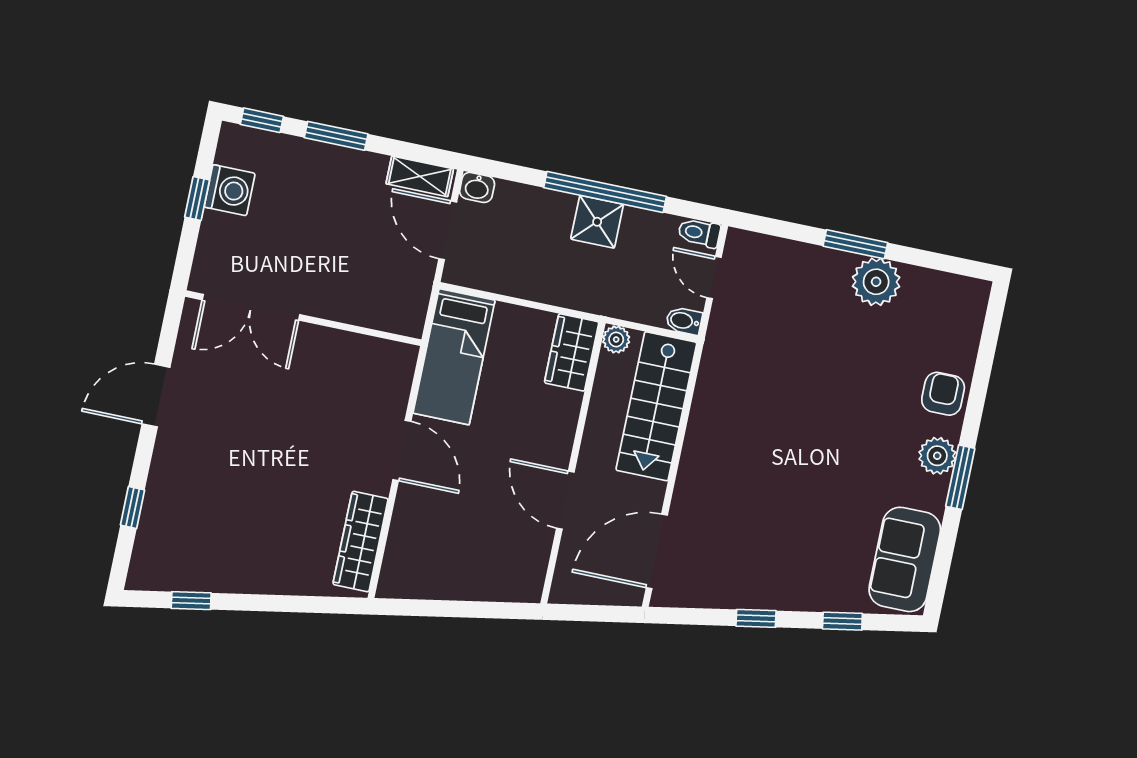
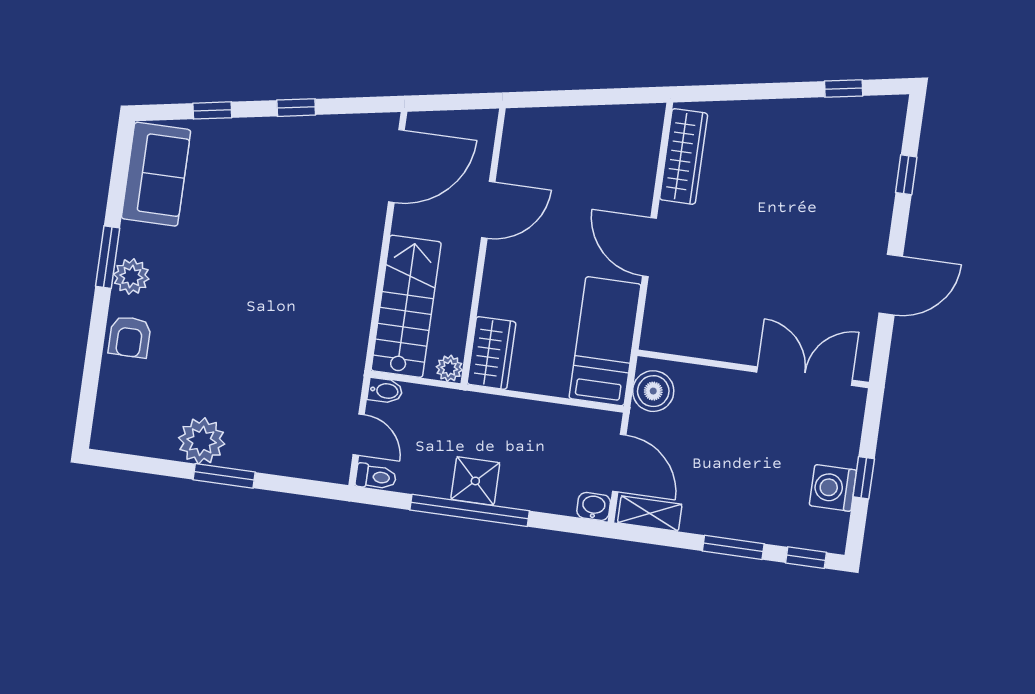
boiler: (408, 302) -> (653, 391), added
door: (565, 500) -> (488, 210), hinge flipped

